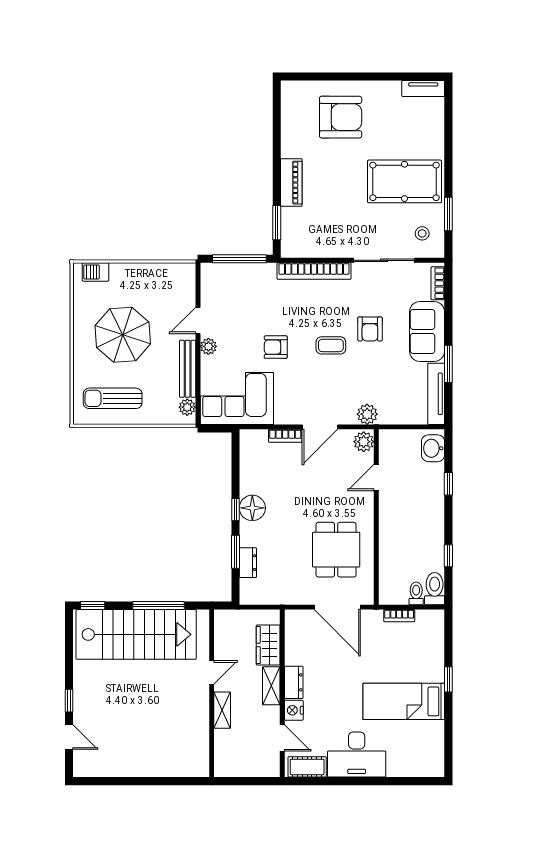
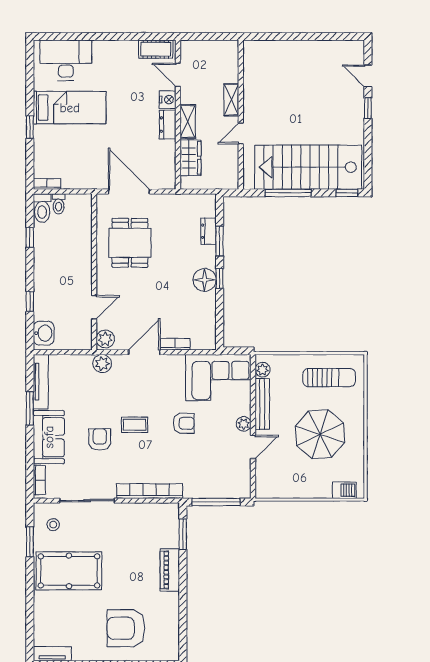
bookcase: (399, 616) -> (47, 184), moved
desk: (357, 755) -> (66, 60), moved

